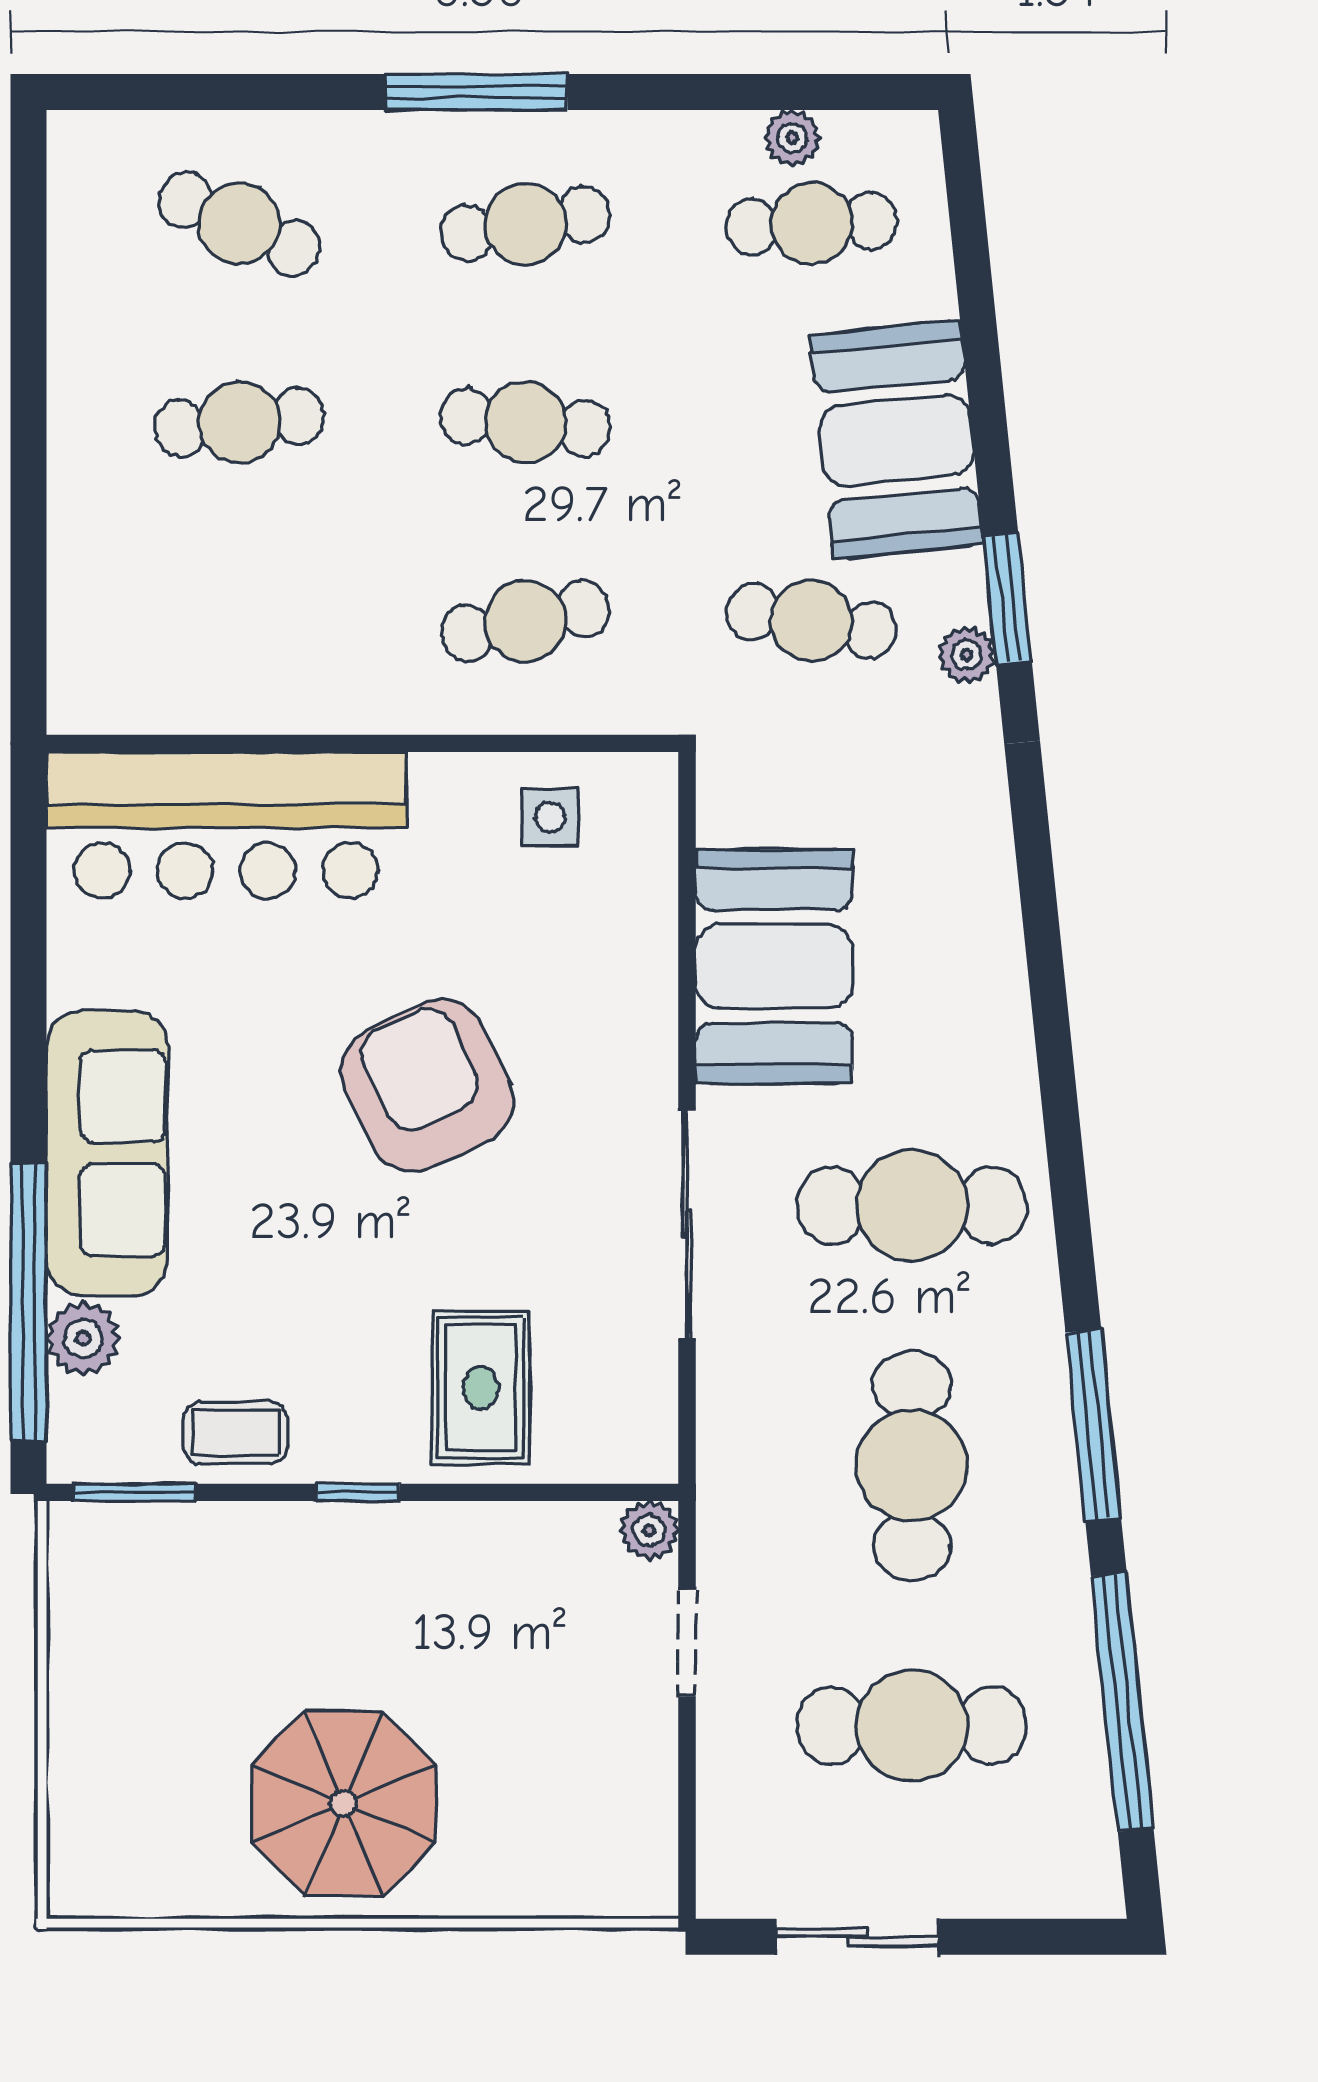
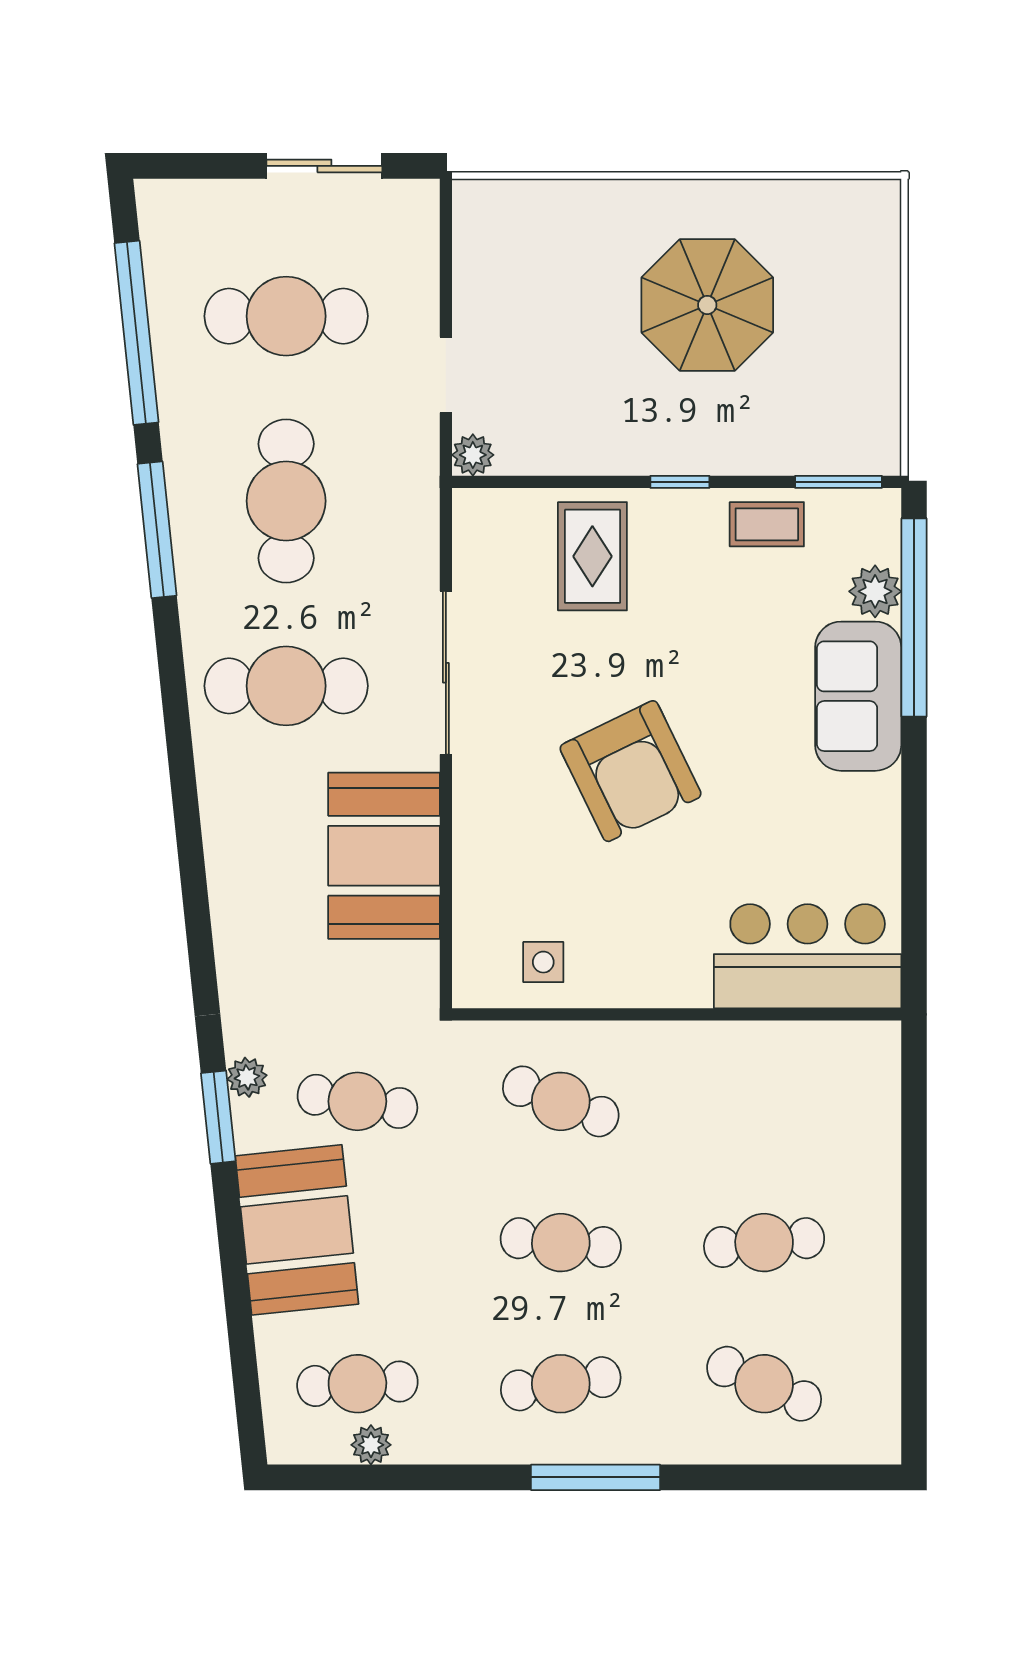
cafe table: (525, 621) -> (561, 1101), turned 33
bar counter: (226, 825) -> (808, 956), width x0.73
sofa: (107, 1153) -> (858, 696), width x0.73
parasol: (343, 1804) -> (707, 305), moved

